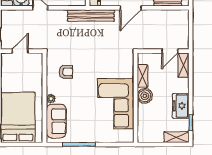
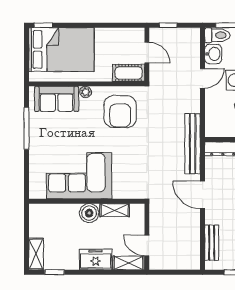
cot: (36, 65) -> (129, 73), added
armchair: (66, 72) -> (120, 112), width x1.88, depth x1.88
freezer: (181, 106) -> (96, 260), moved

